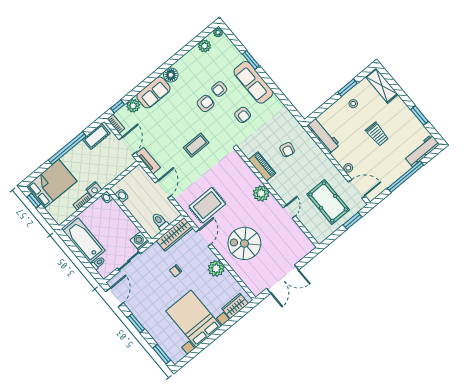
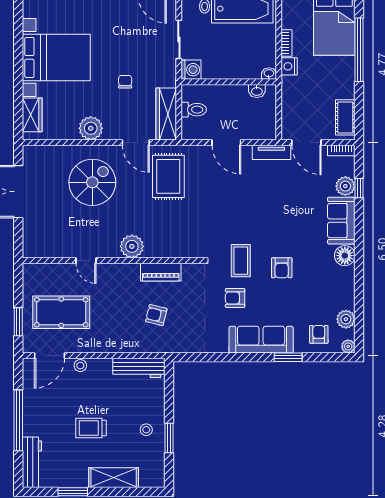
shelving: (382, 86) -> (114, 478), moved
armchair: (219, 89) -> (319, 334), moved
window: (117, 106) -> (359, 188), moved
coffee table: (196, 145) -> (241, 261), moved
window: (67, 148) -> (359, 50), moved

